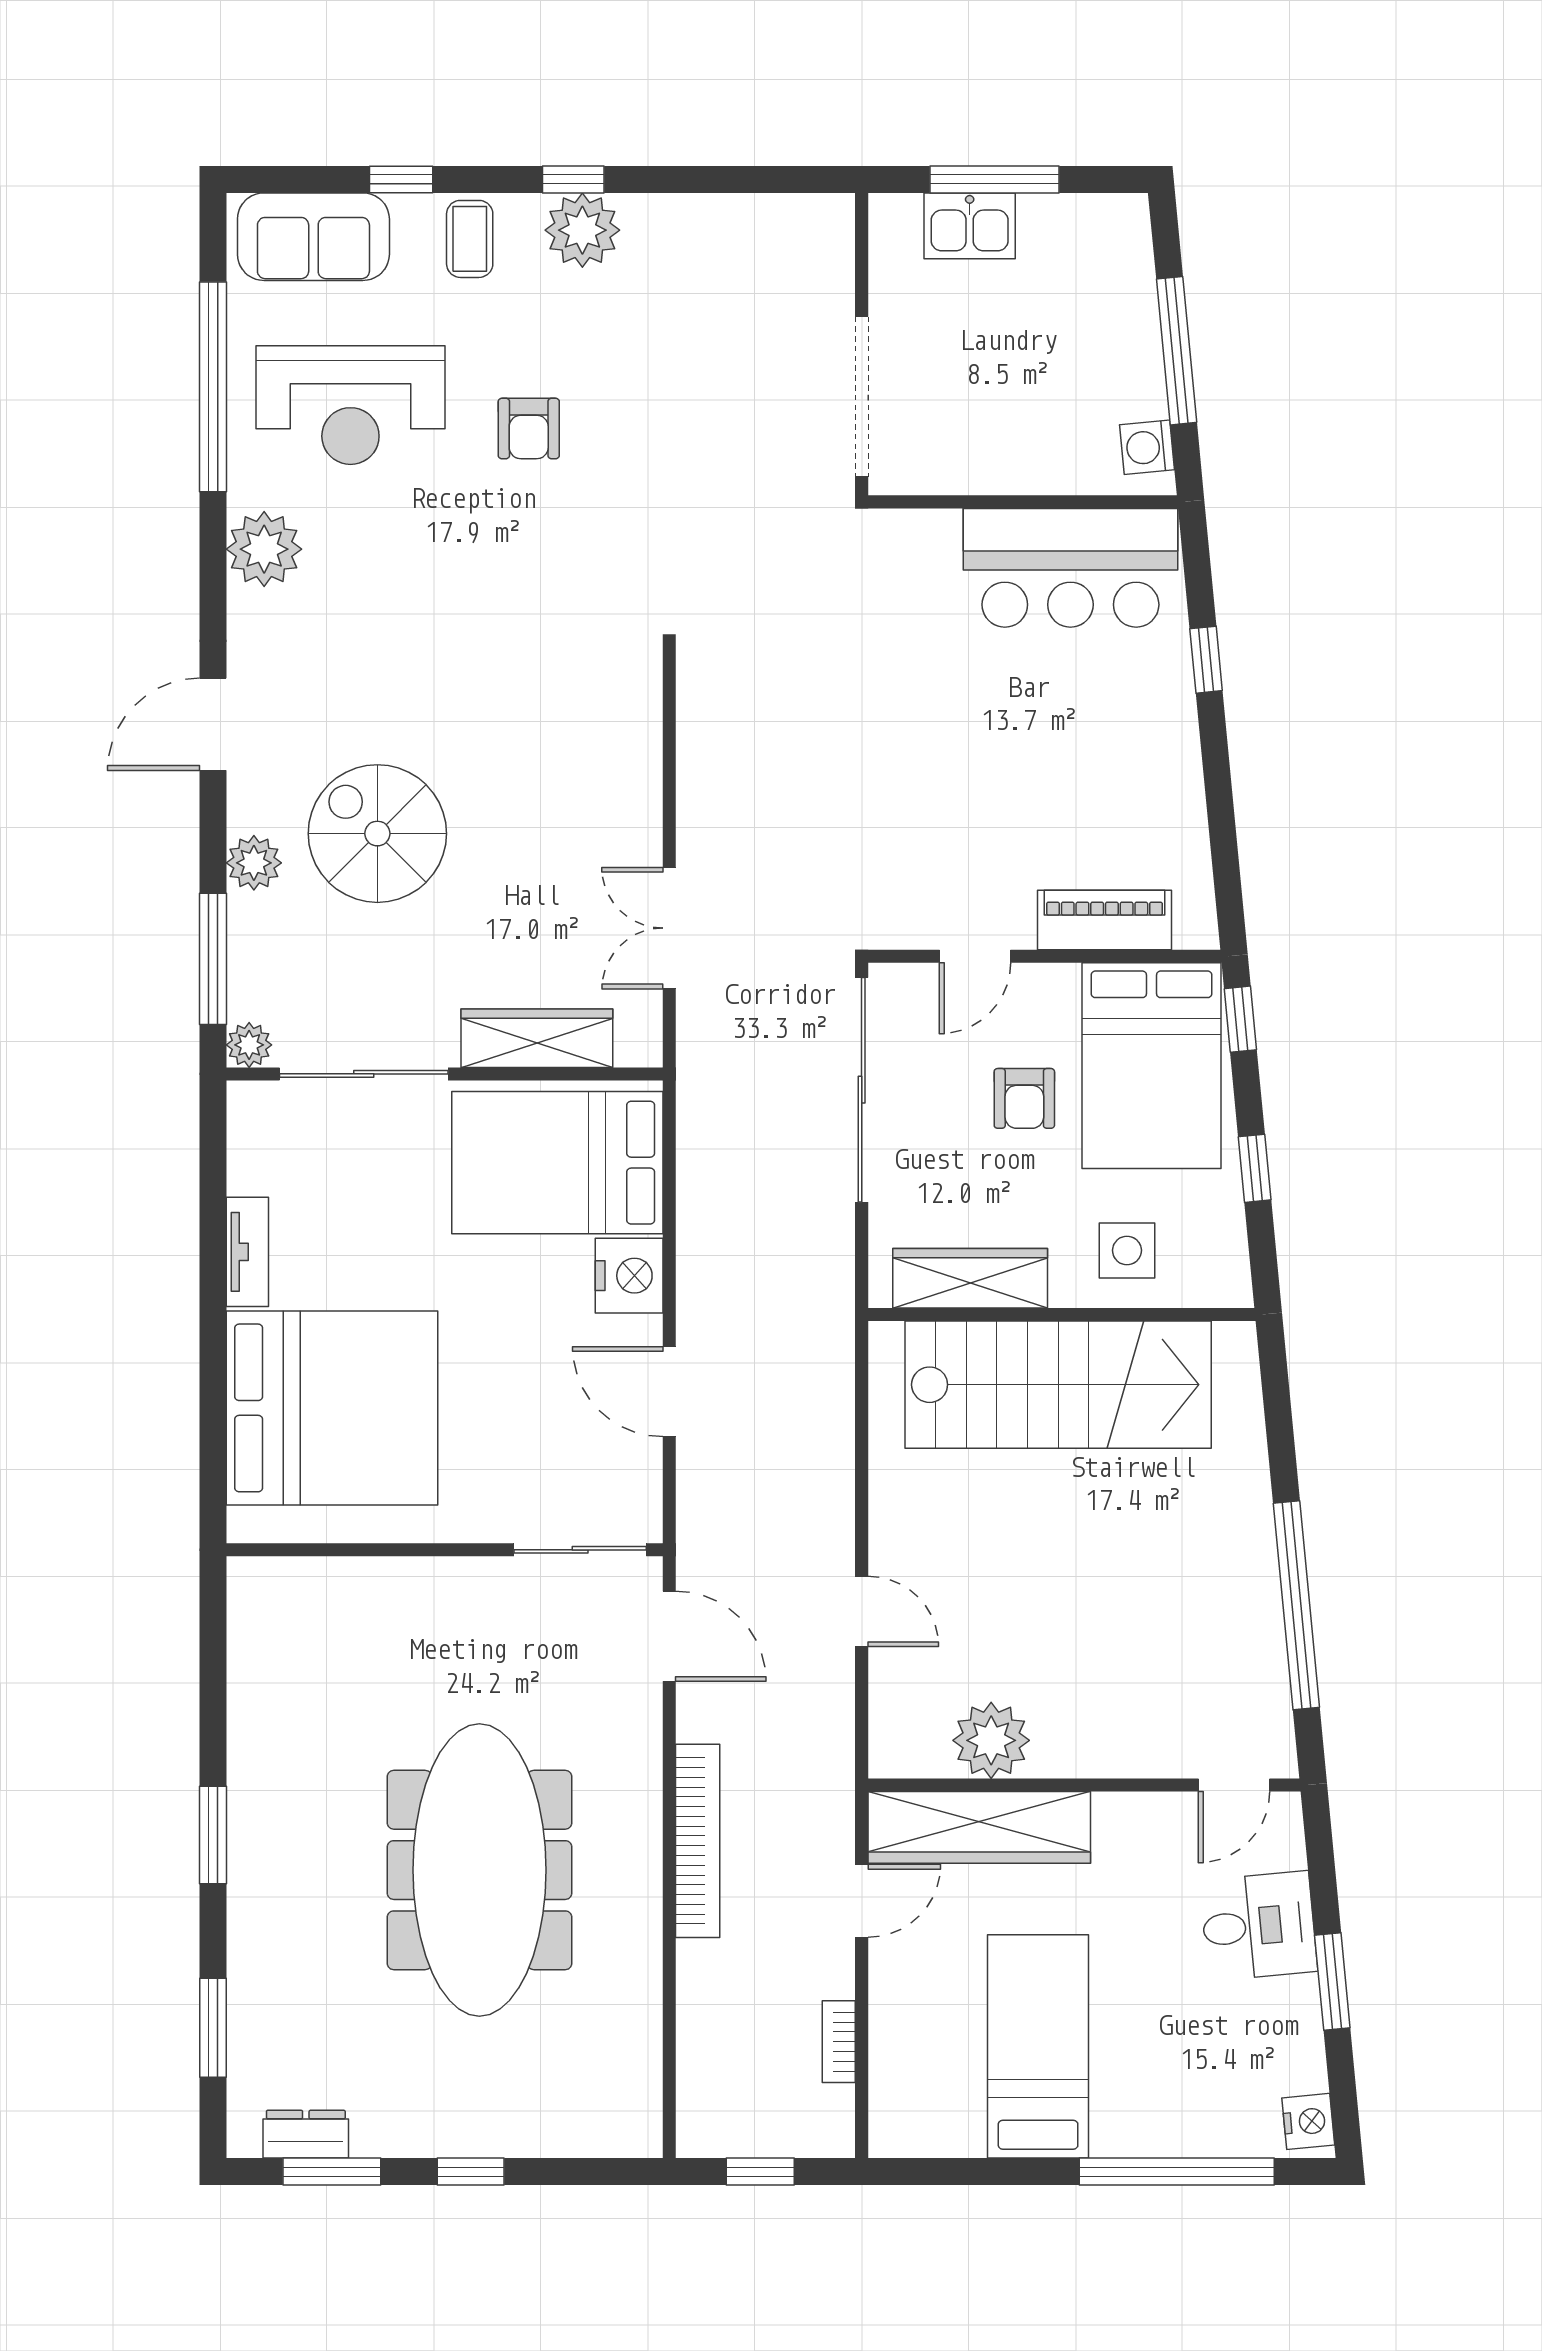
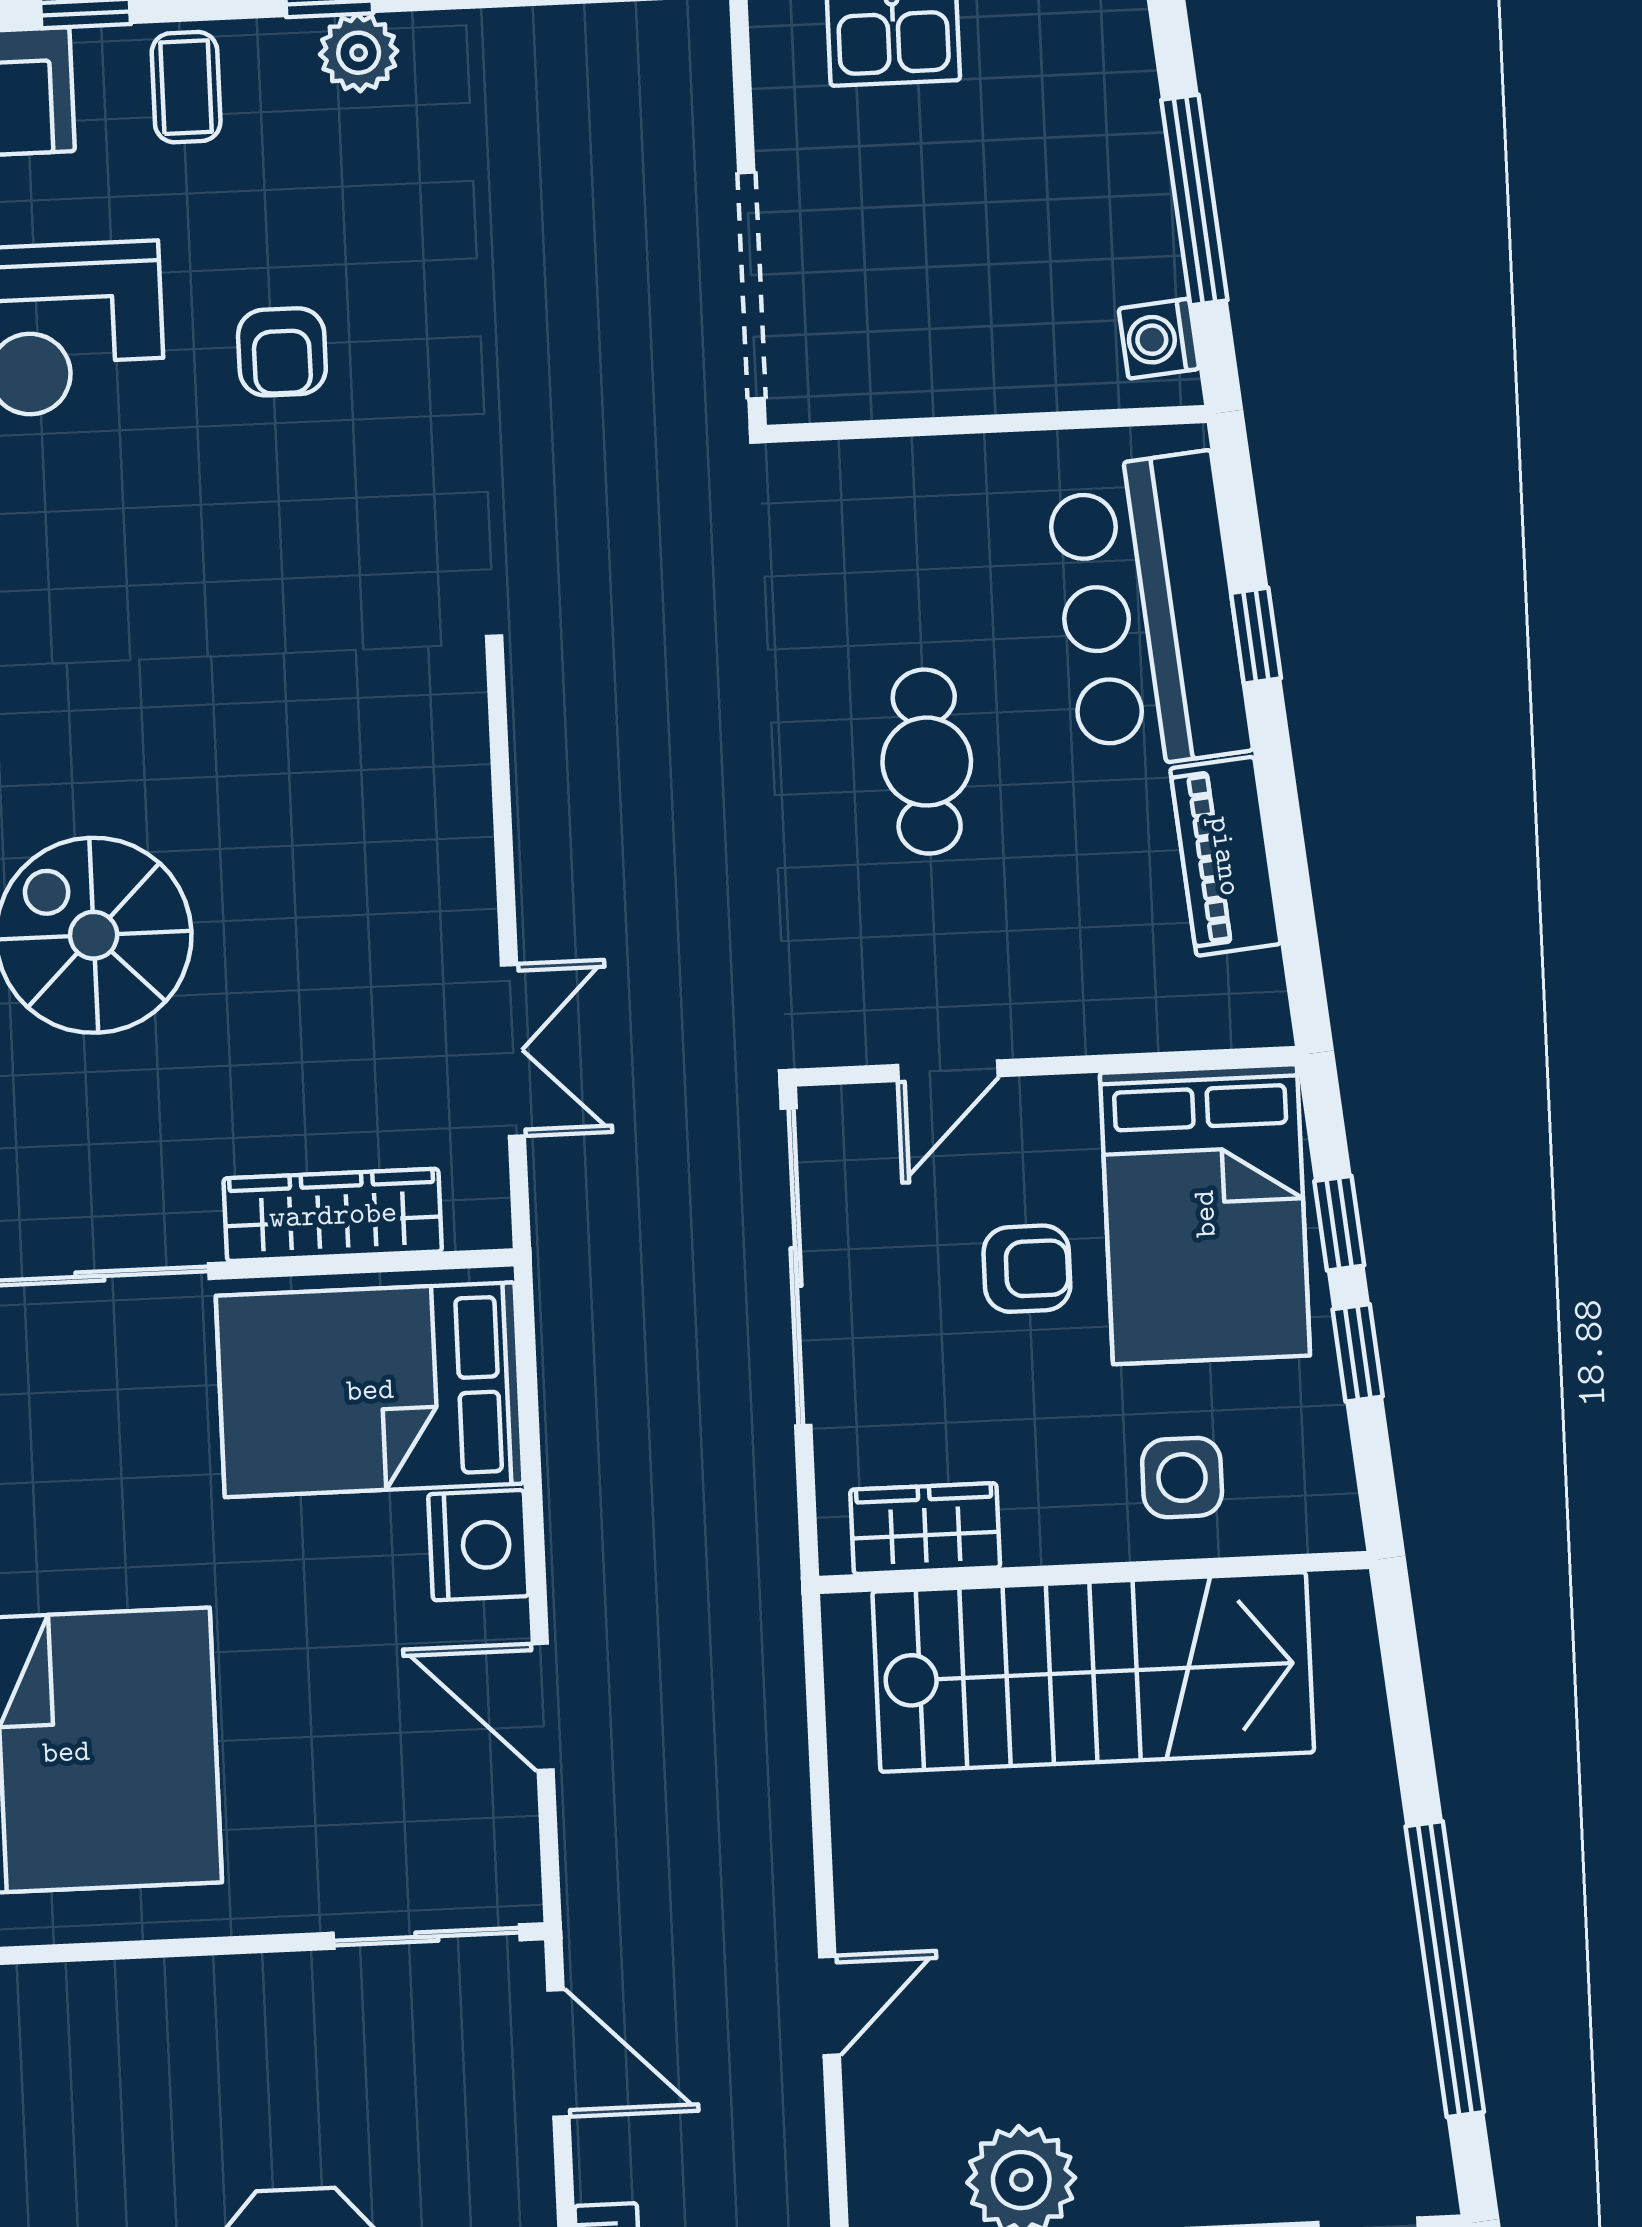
plant: (582, 230) -> (359, 53), width x0.73, depth x0.73
bar counter: (1070, 568) -> (1148, 612), moved, turned 85
cafe table: (970, 738) -> (927, 762), added
piano: (1105, 920) -> (1225, 856), moved, turned -95
double door: (669, 928) -> (513, 1050), swing flipped
window: (1240, 1019) -> (1339, 1223), moved
armchair: (1024, 1098) -> (1027, 1269), turned -90
wardrobe: (970, 1278) -> (925, 1529), width x0.67
door: (862, 1611) -> (829, 2006), hinge flipped

